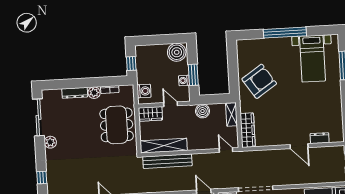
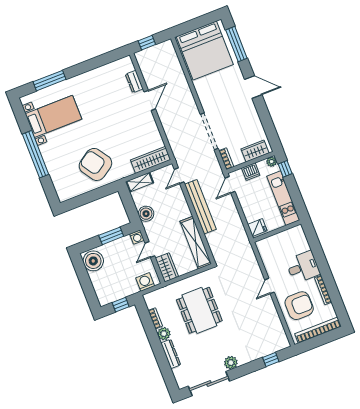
washing machine: (184, 80) -> (137, 237), moved
dining table: (117, 125) -> (199, 310), moved, turned 90
bench: (167, 161) -> (200, 207), moved

